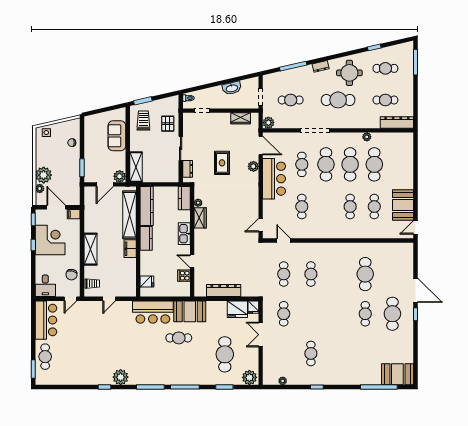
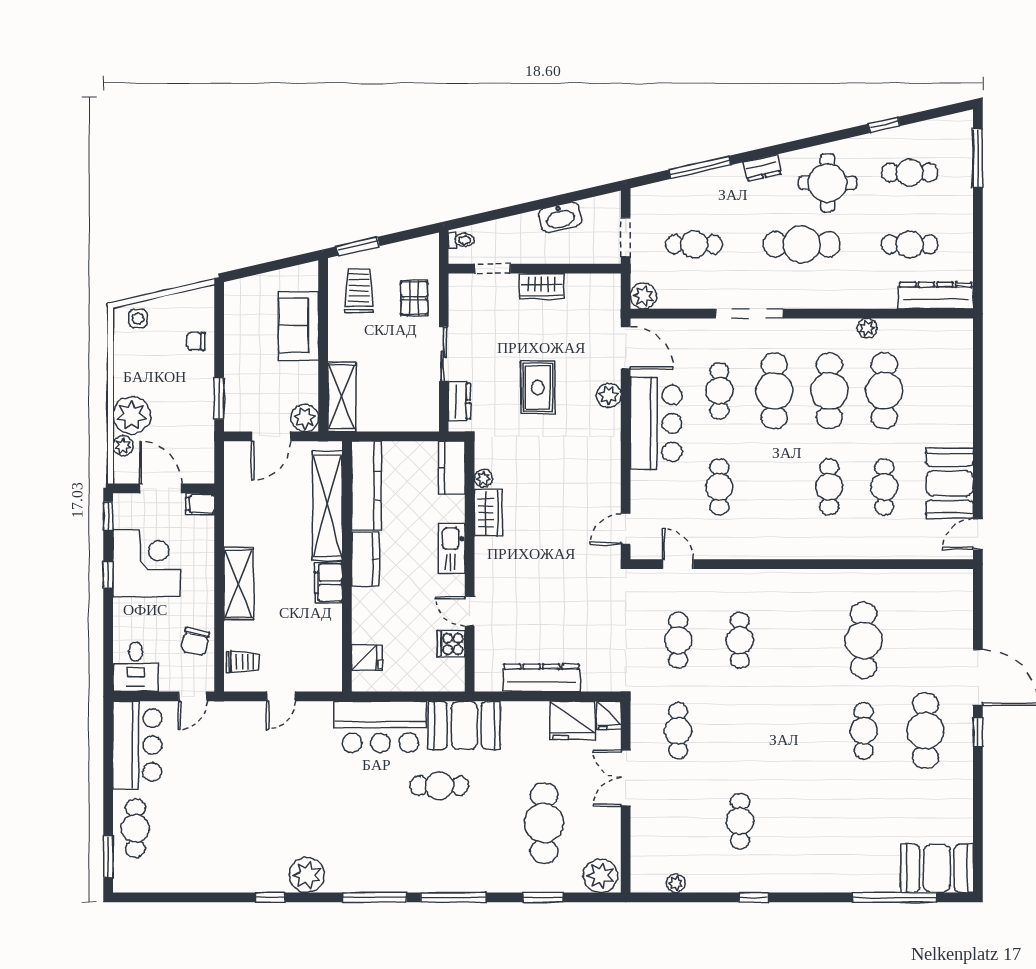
wardrobe: (241, 118) -> (541, 286), moved

